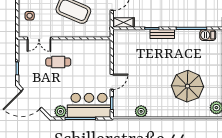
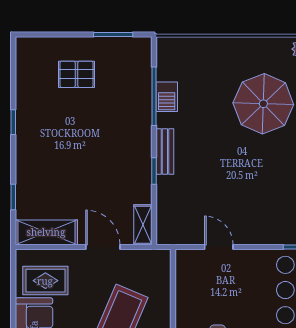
barbecue: (208, 35) -> (167, 97), moved
door: (112, 82) -> (219, 247), moved

